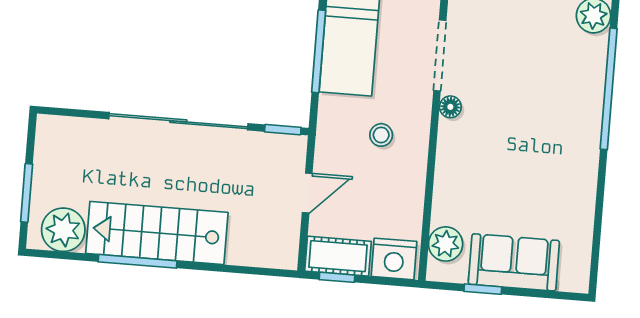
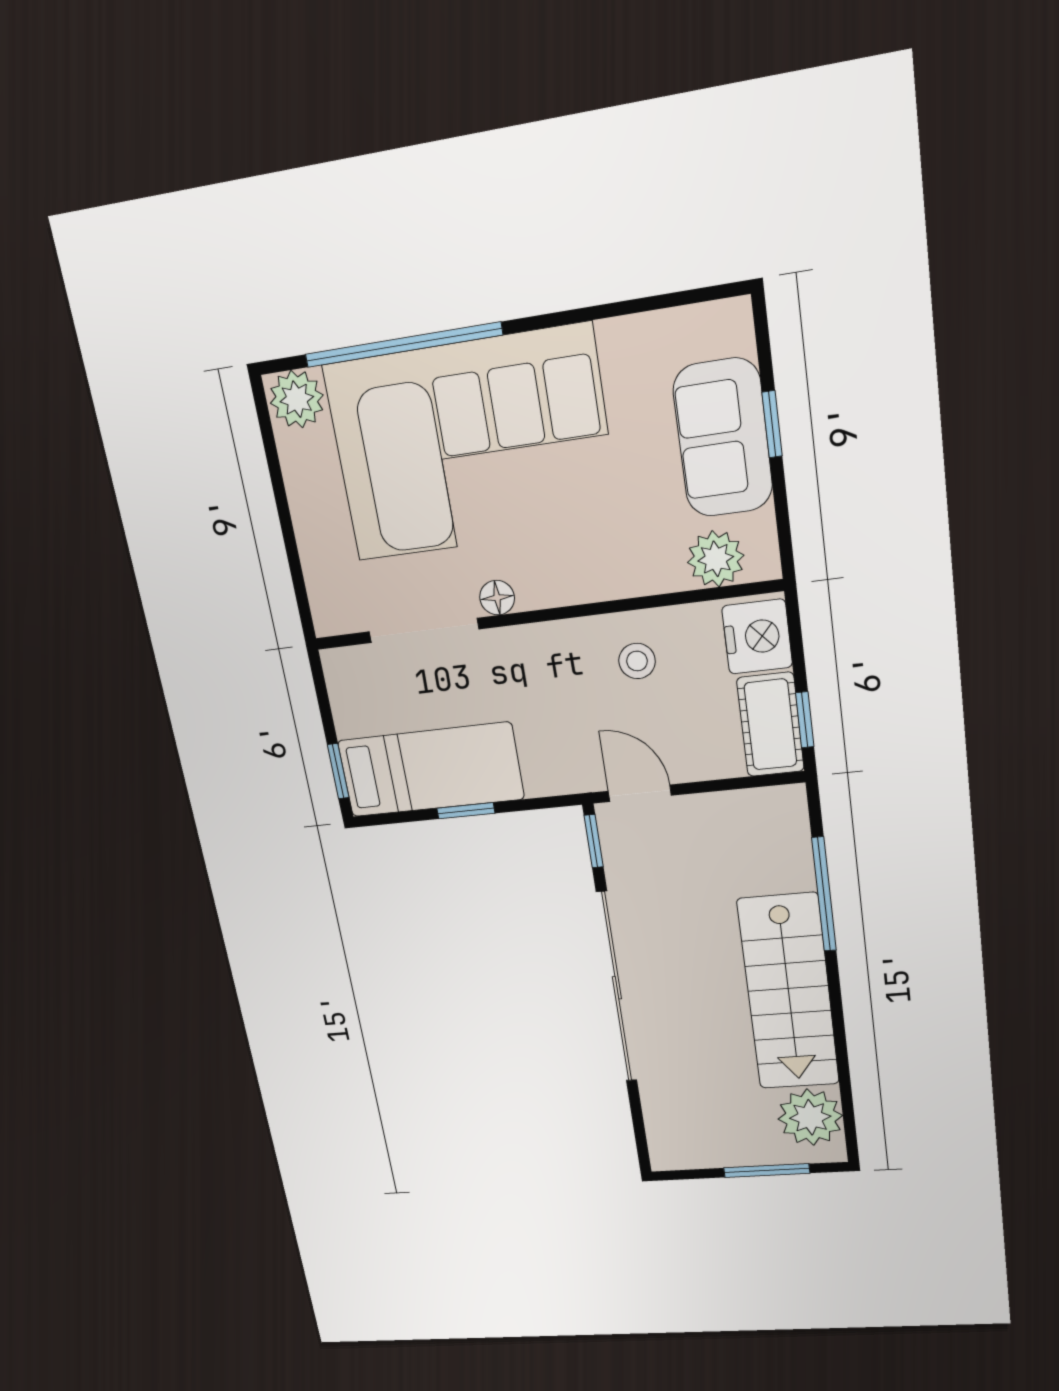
window: (319, 51) -> (466, 811), width x0.46
corner sofa: (543, 115) -> (472, 445), added
stool: (381, 135) -> (637, 661), moved
door: (307, 193) -> (640, 793), moved
window: (138, 261) -> (824, 894), moved
window: (483, 289) -> (772, 424), moved

